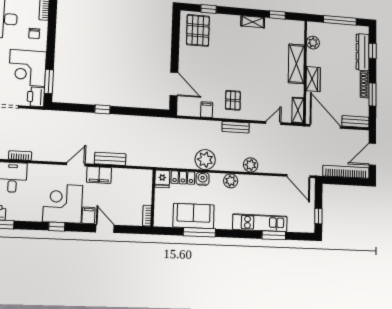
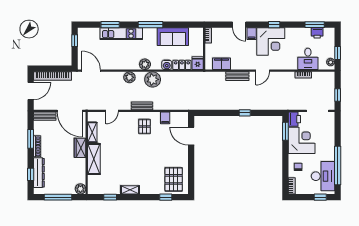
plant: (313, 43) -> (80, 189), moved
shelving: (298, 110) -> (92, 132), moved
plant: (205, 160) -> (153, 79), moved
filing cabinet: (99, 175) -> (222, 64), moved
window: (200, 232) -> (151, 25), moved

